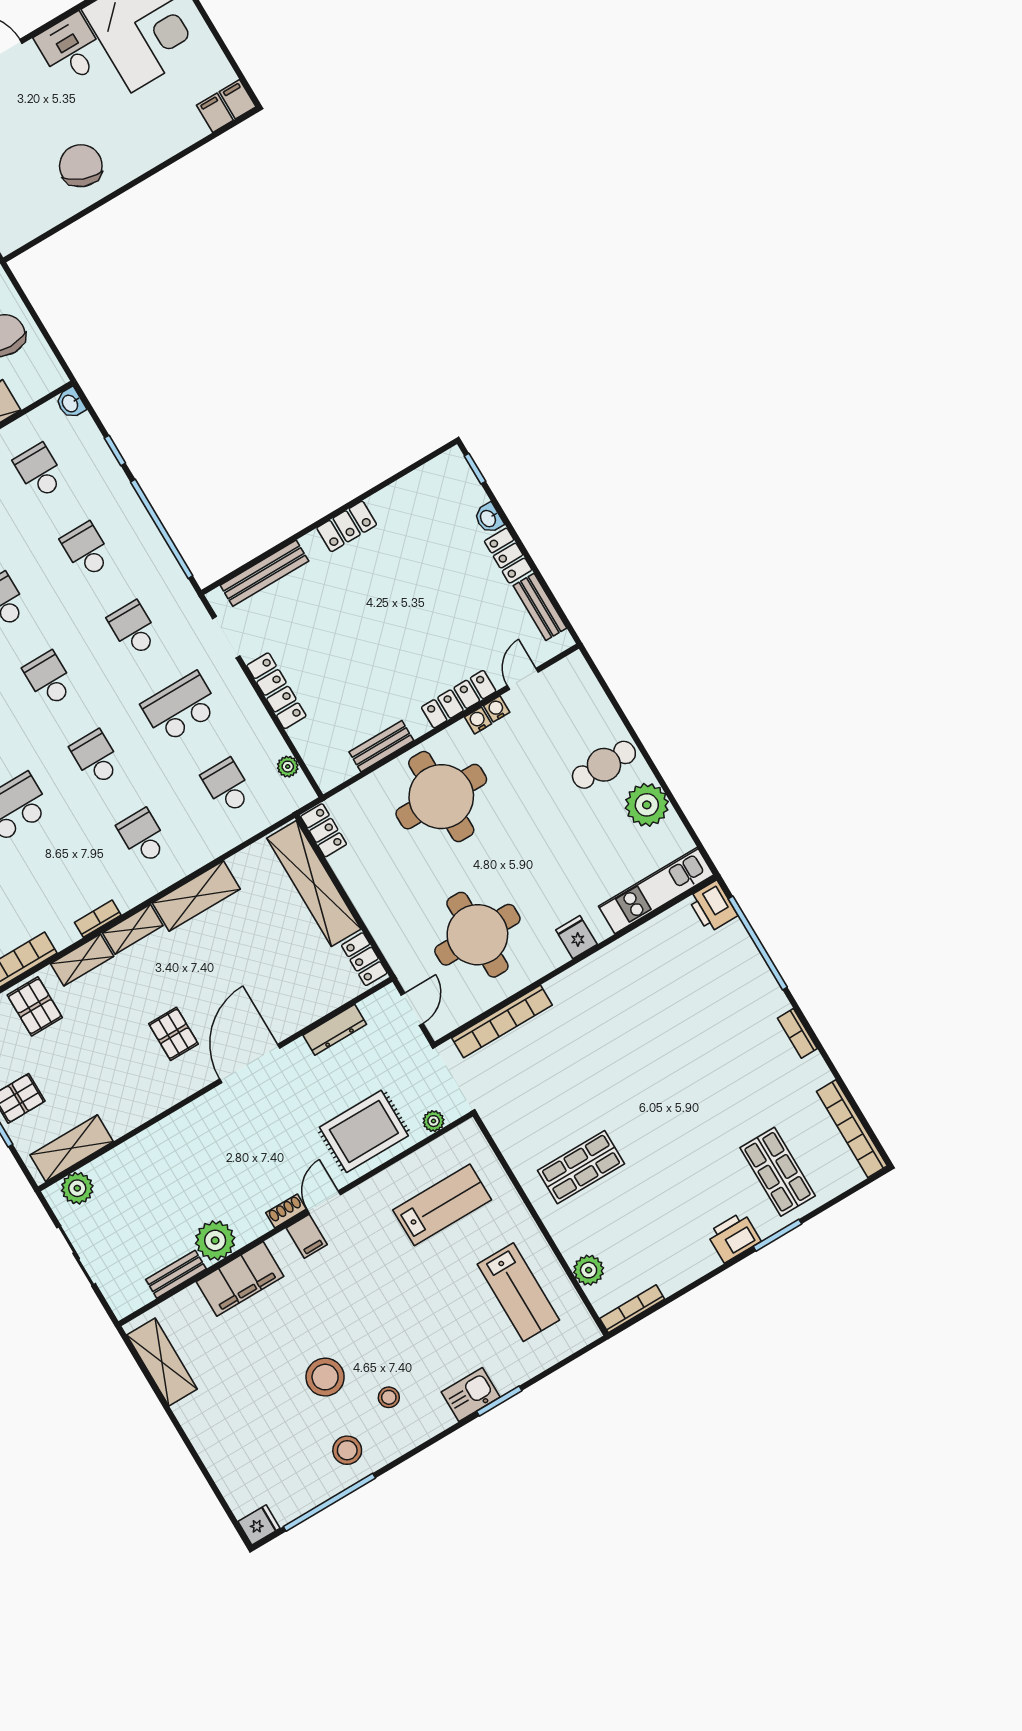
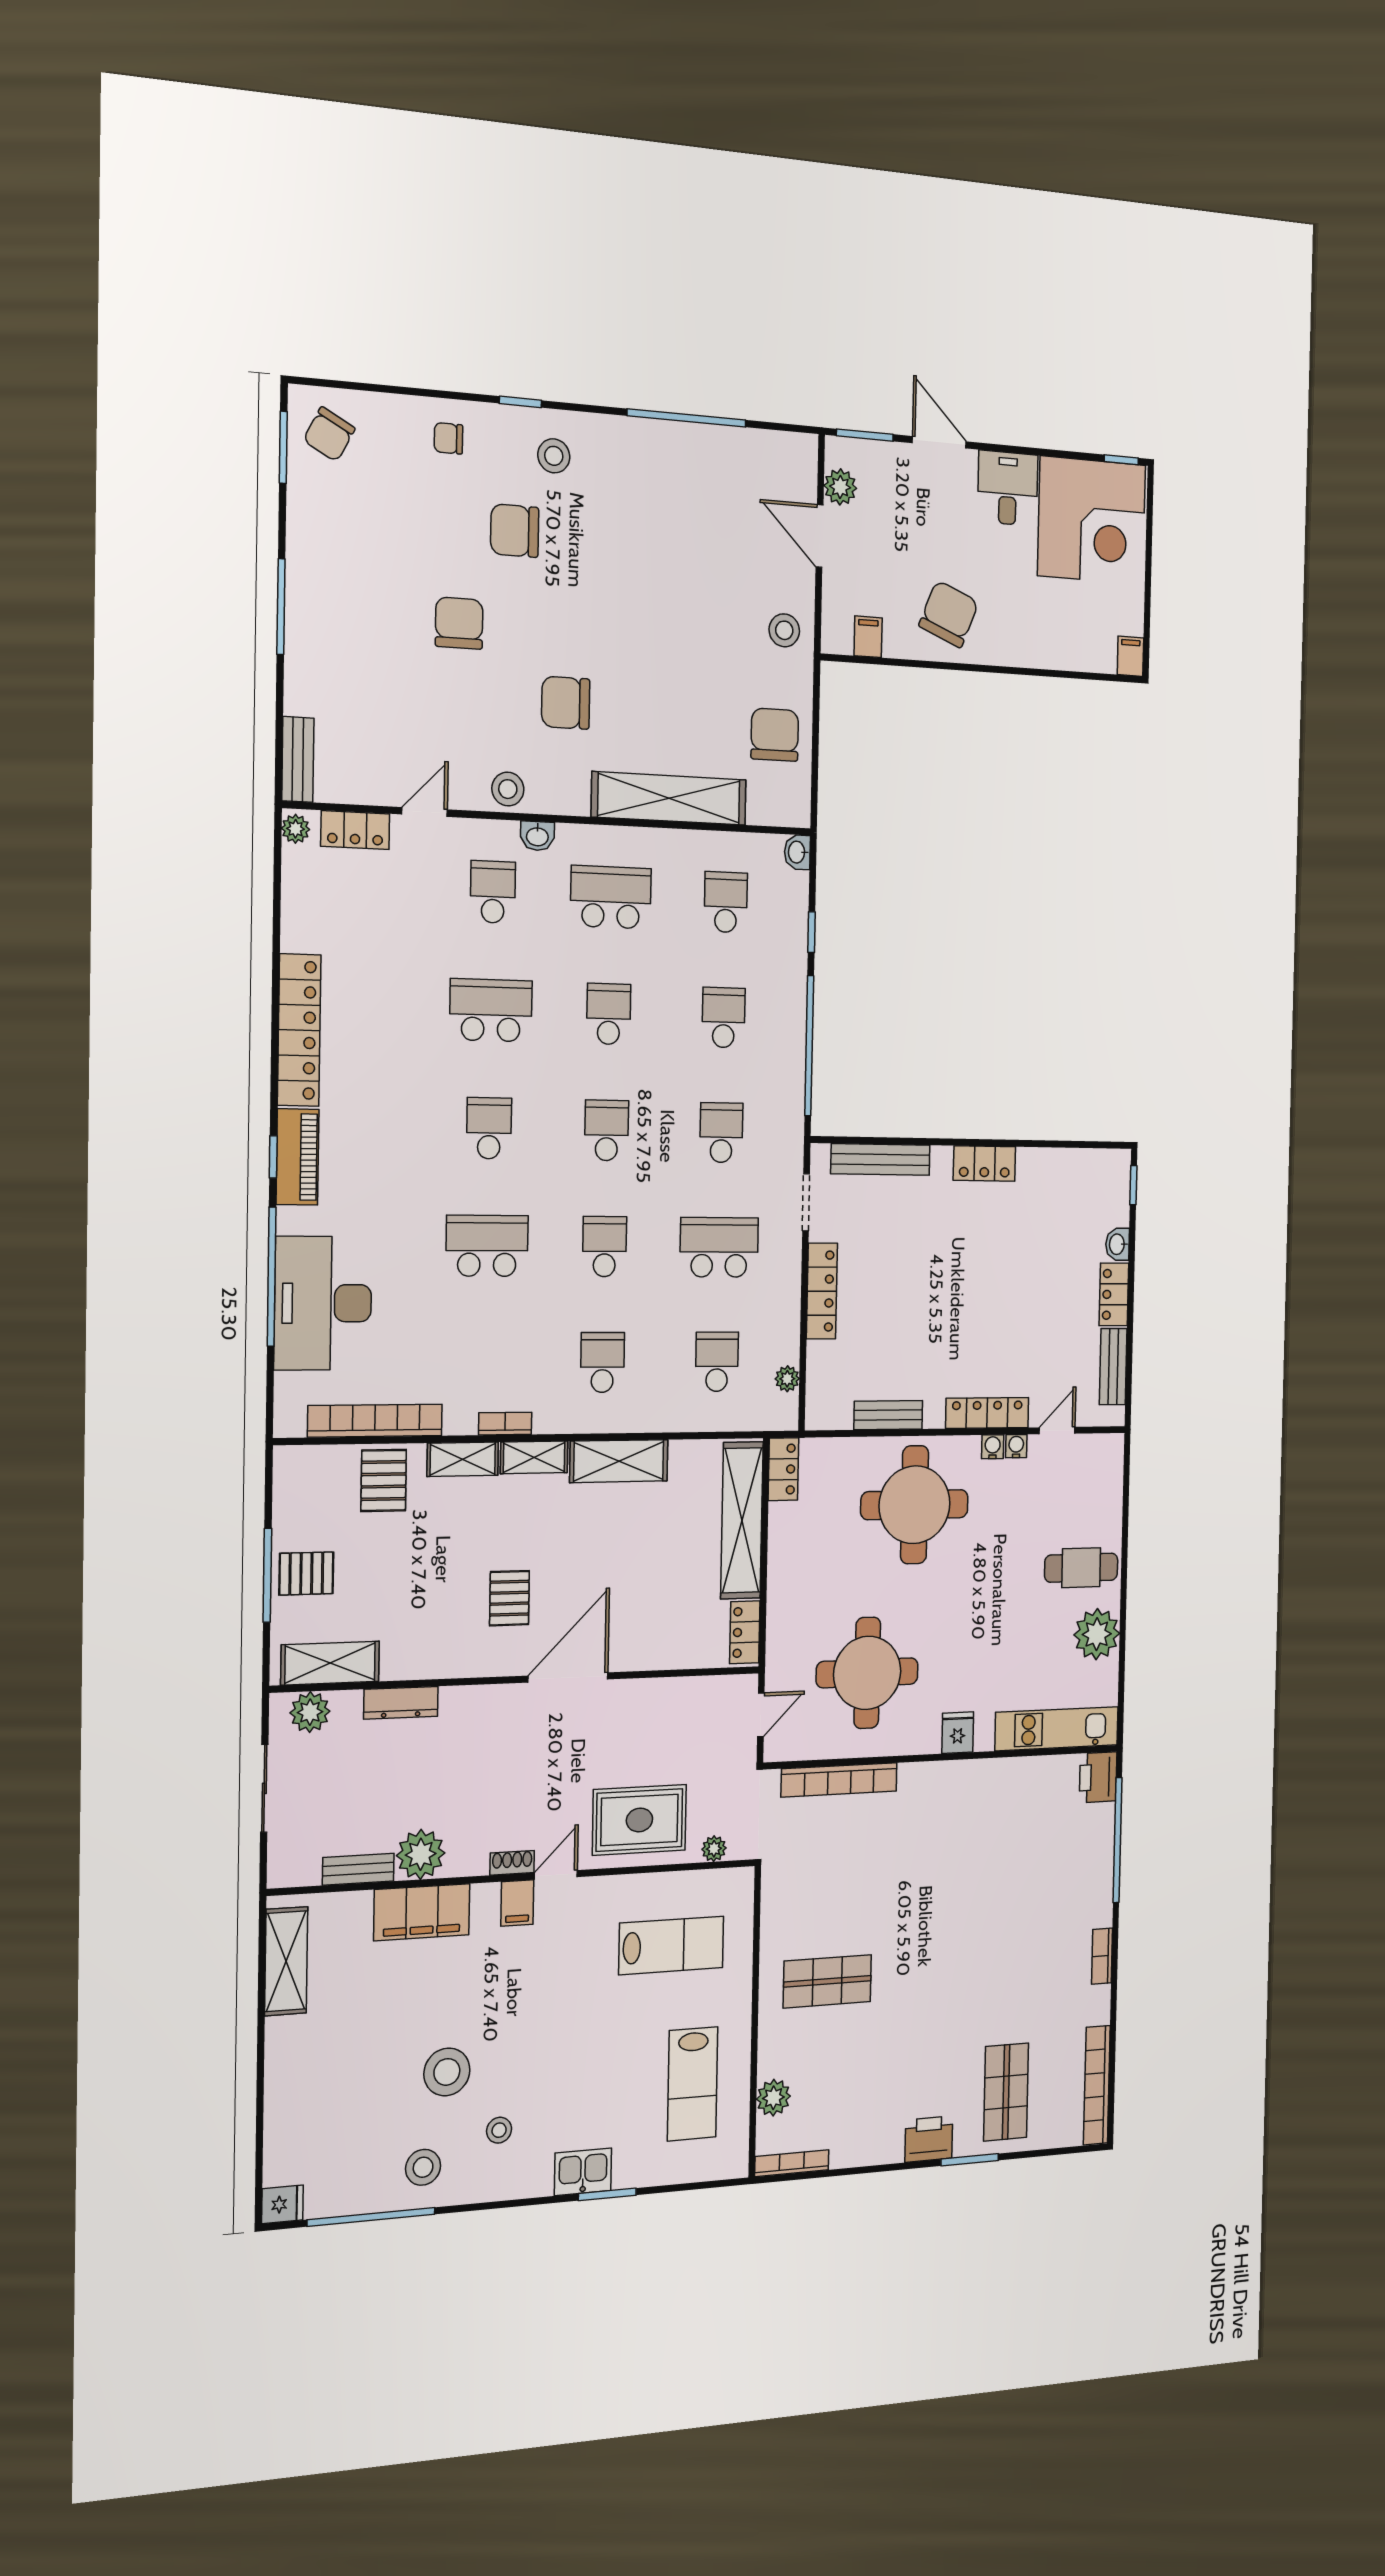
filing cabinet: (215, 113) -> (868, 637), moved
dresser: (335, 1030) -> (401, 1703), moved

